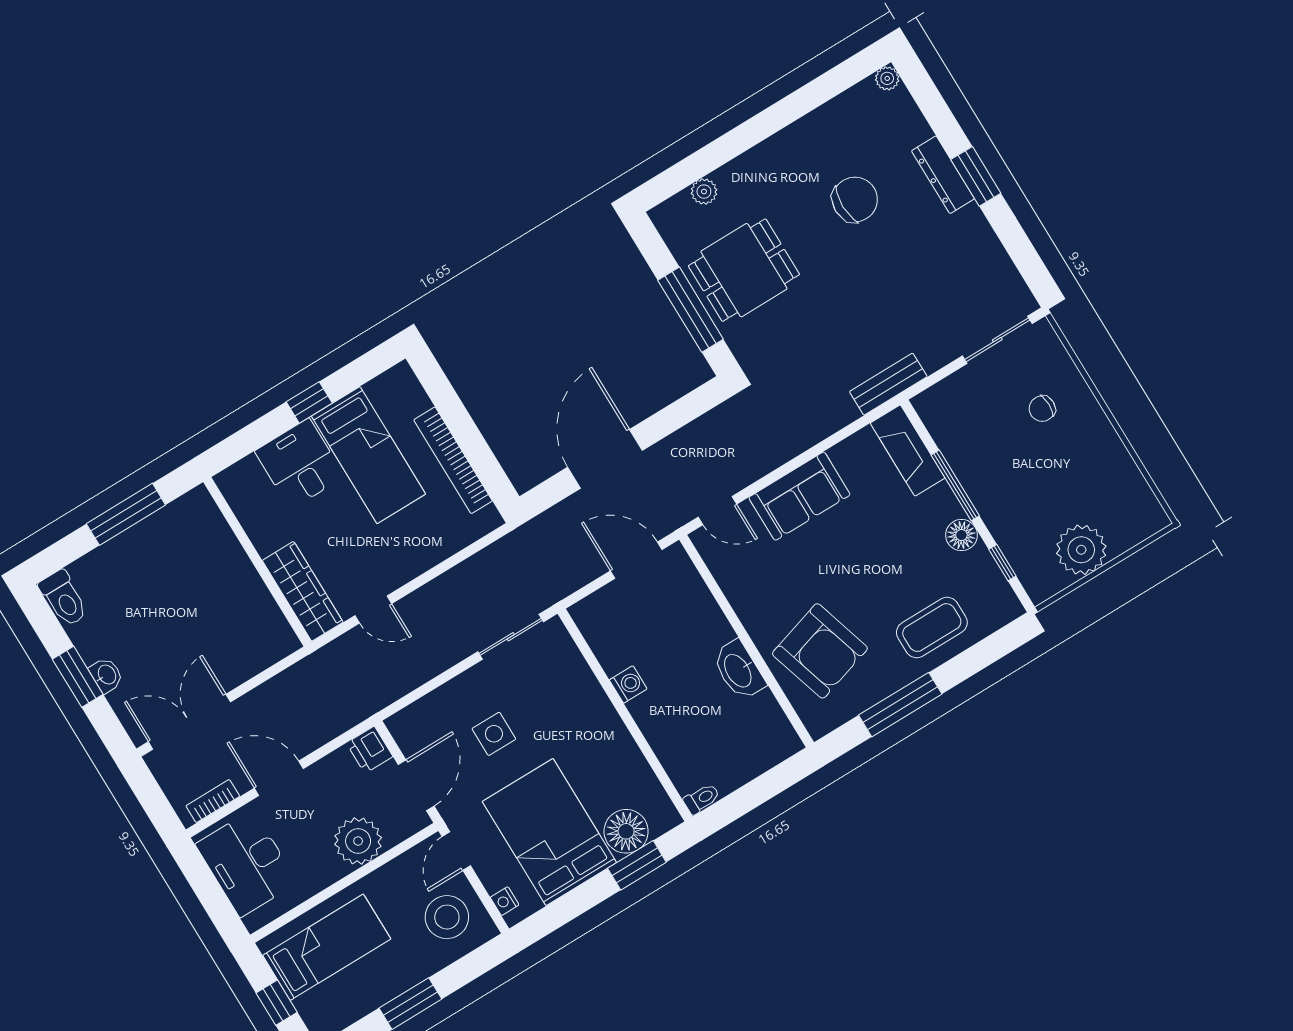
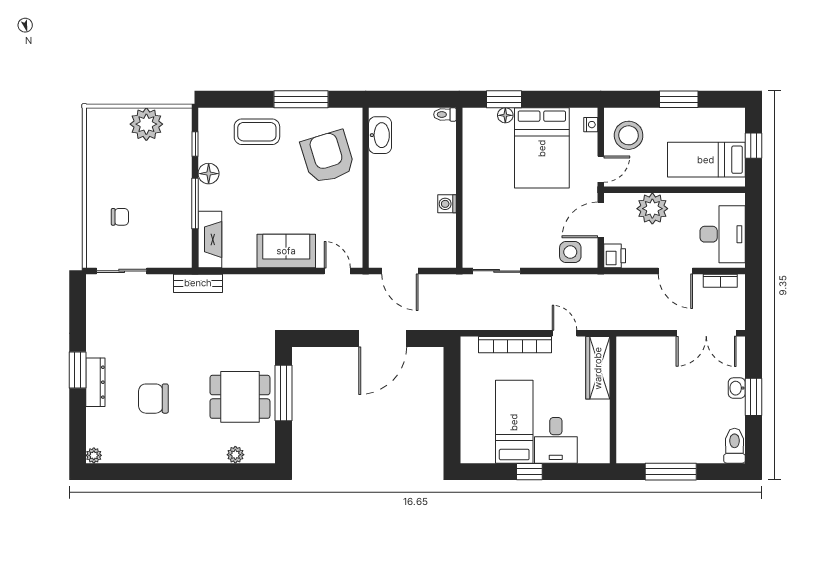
bookcase: (453, 460) -> (515, 345), moved, turned 90
washbasin: (739, 670) -> (380, 135), moved
side table: (494, 734) -> (570, 252), moved
floor lamp: (626, 831) -> (505, 115), width x0.53, depth x0.53

